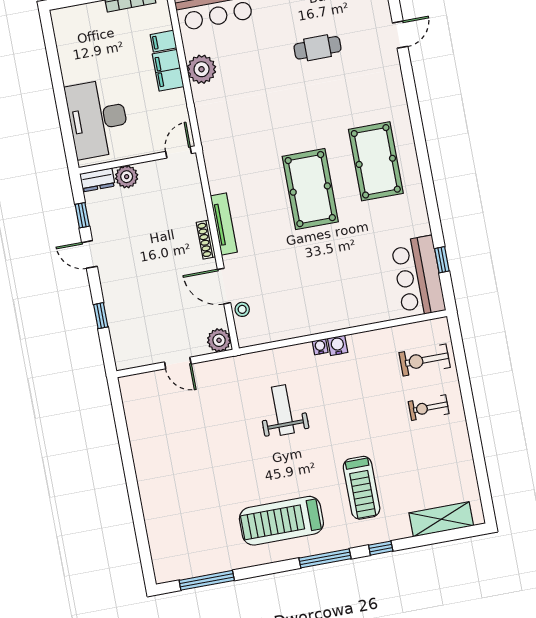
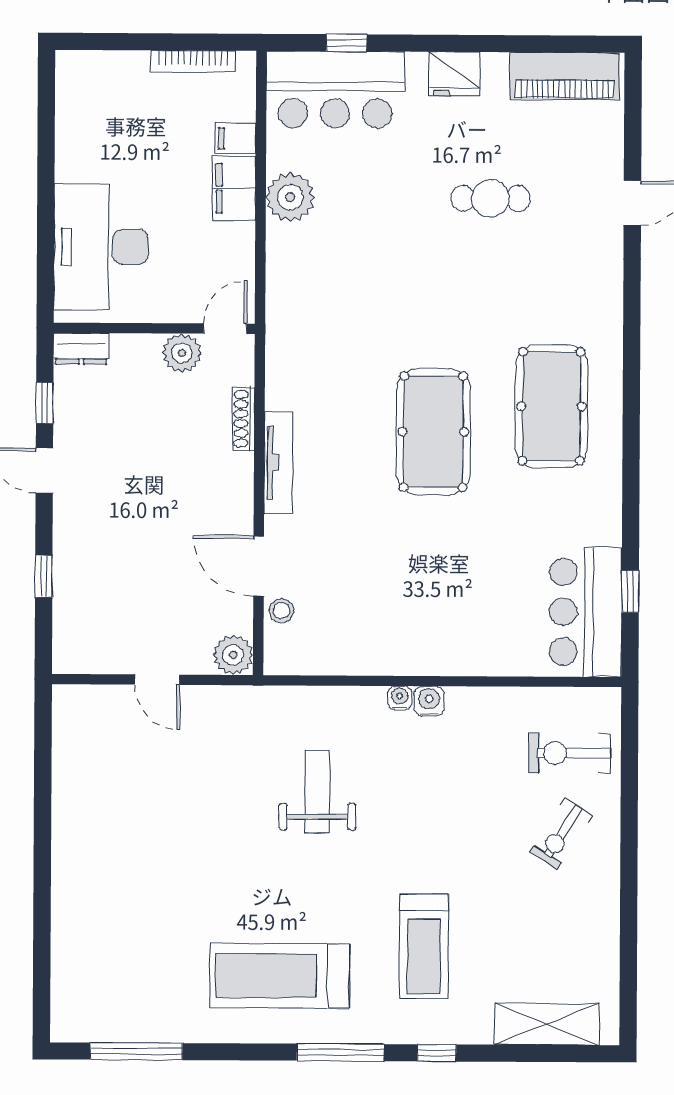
plant: (127, 177) -> (182, 353), moved
shoe rack: (206, 240) -> (244, 419), moved
exercise bike: (429, 408) -> (561, 834), turned -57

